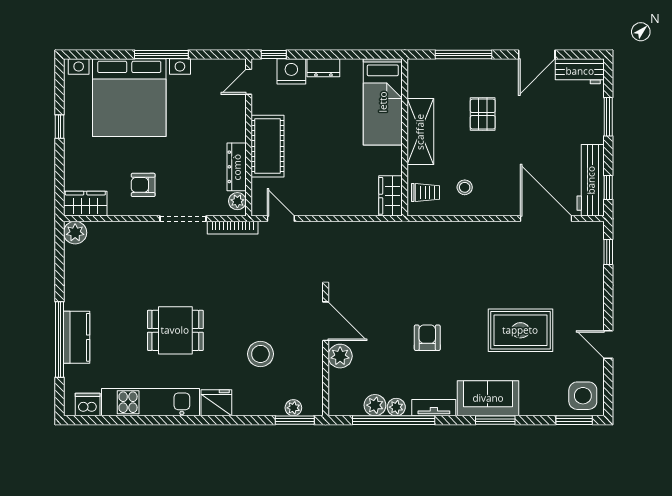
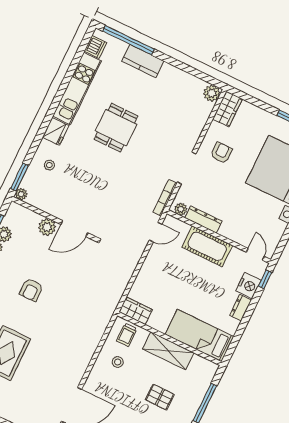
armchair: (427, 338) -> (31, 290), turned 90
window: (59, 339) -> (129, 40), moved
stool: (260, 354) -> (49, 165), moved, width x0.53, depth x0.53
plant: (293, 408) -> (21, 194), moved

